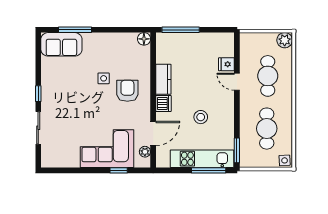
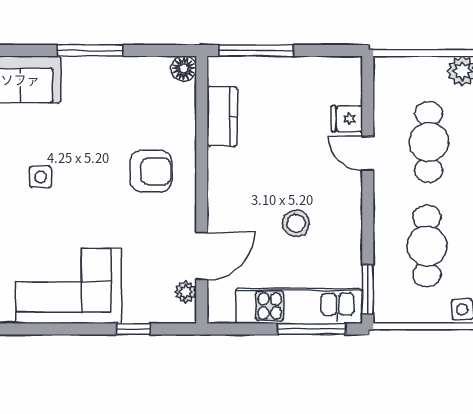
window: (75, 30) -> (90, 50), moved
side table: (104, 78) -> (40, 177), moved
kitchen counter: (163, 79) -> (222, 116), moved
armchair: (127, 91) -> (151, 171), turned 90
dishwasher: (163, 104) -> (222, 196), removed
corner sofa: (107, 149) -> (69, 286), moved

